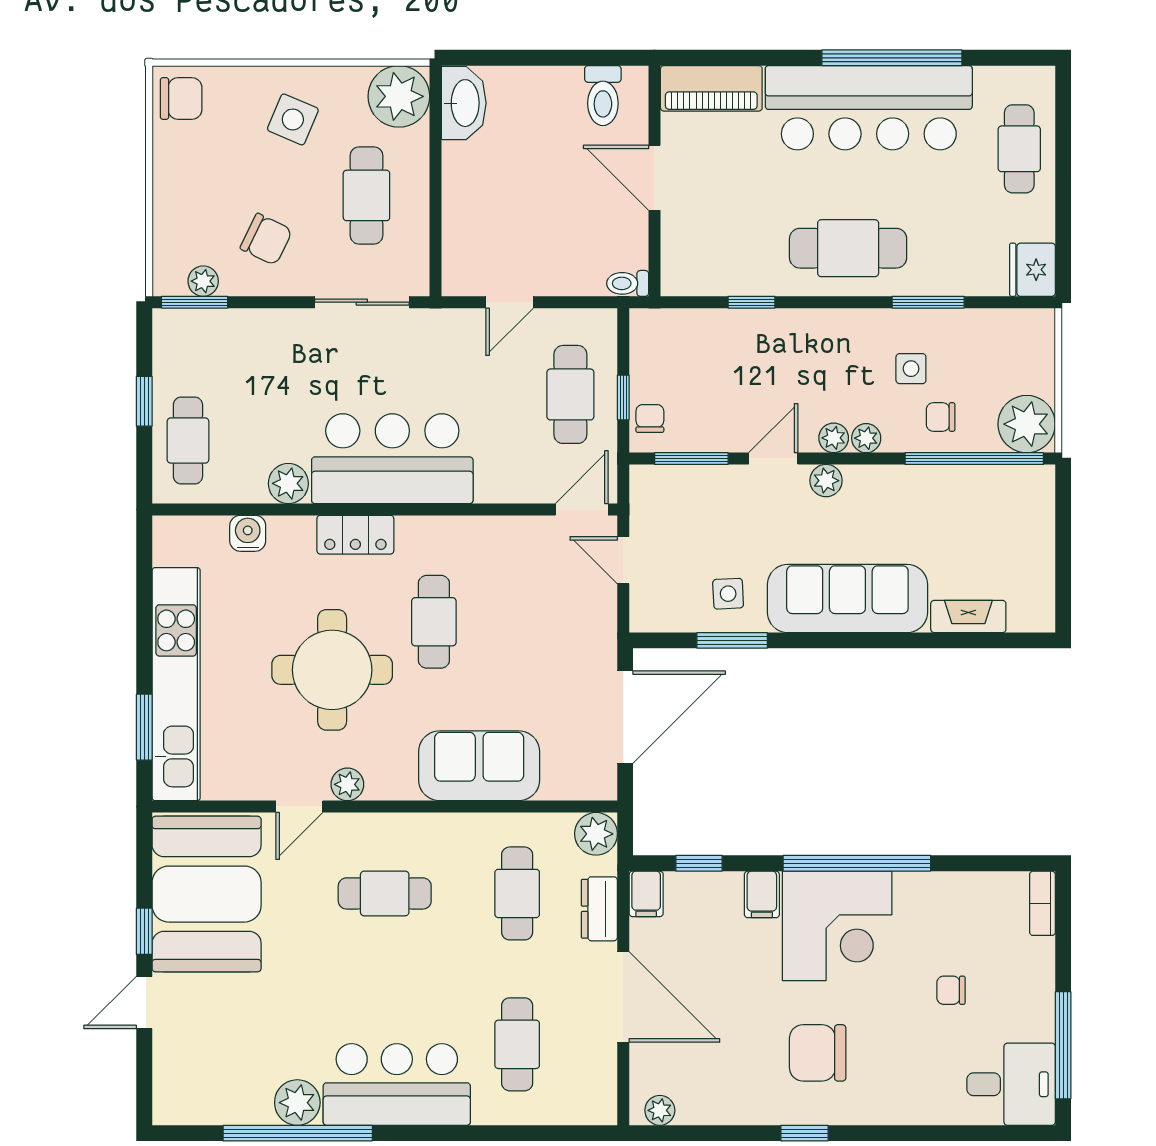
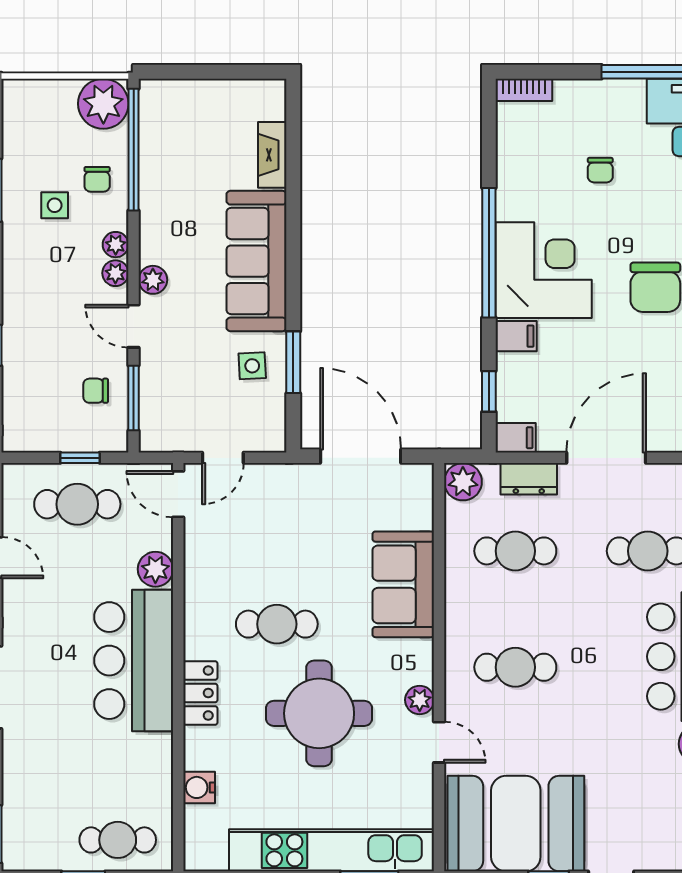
chair: (650, 418) -> (96, 391), moved
plant: (288, 483) -> (155, 569), moved
cafe table: (385, 893) -> (515, 667), turned 90

